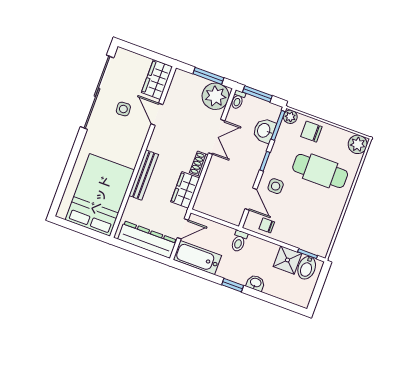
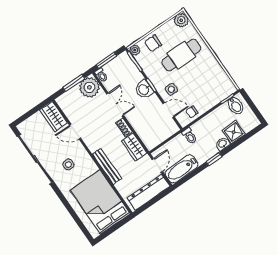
side table: (123, 109) -> (68, 165), moved
washbasin: (264, 131) -> (144, 89), moved
shower: (287, 260) -> (234, 132), moved

